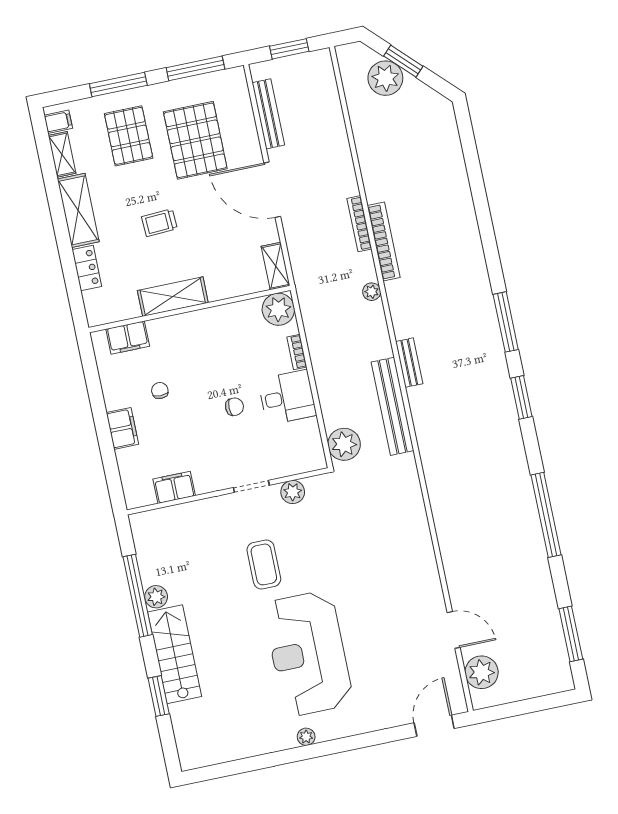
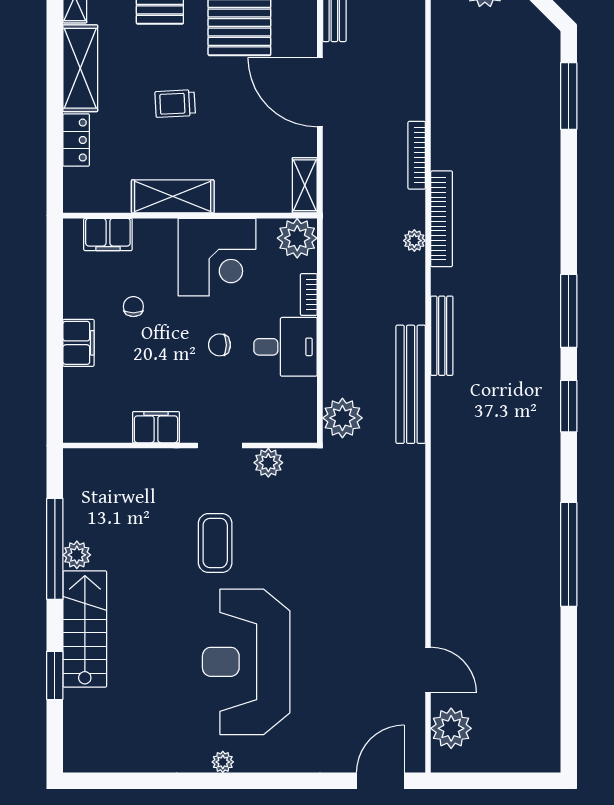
bookcase: (384, 241) -> (442, 219), moved
corner desk: (218, 337) -> (217, 257), added
bench: (409, 363) -> (442, 336), width x1.36
chair: (234, 407) -> (219, 345), turned 180
filing cabinet: (174, 487) -> (156, 427), moved
window: (571, 634) -> (569, 96), moved

